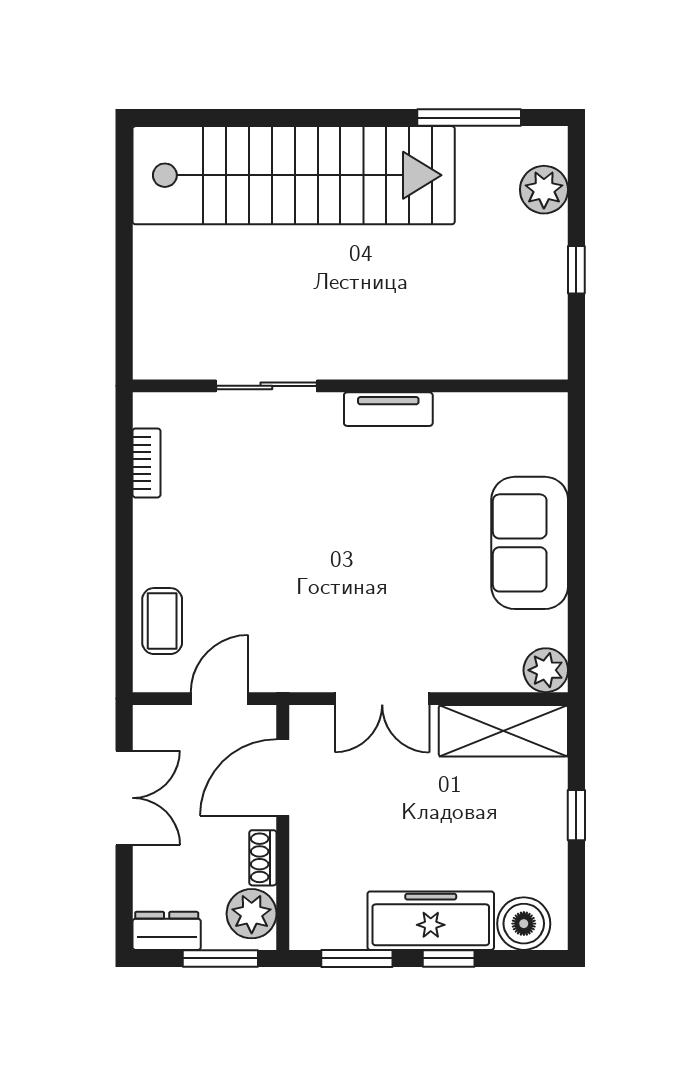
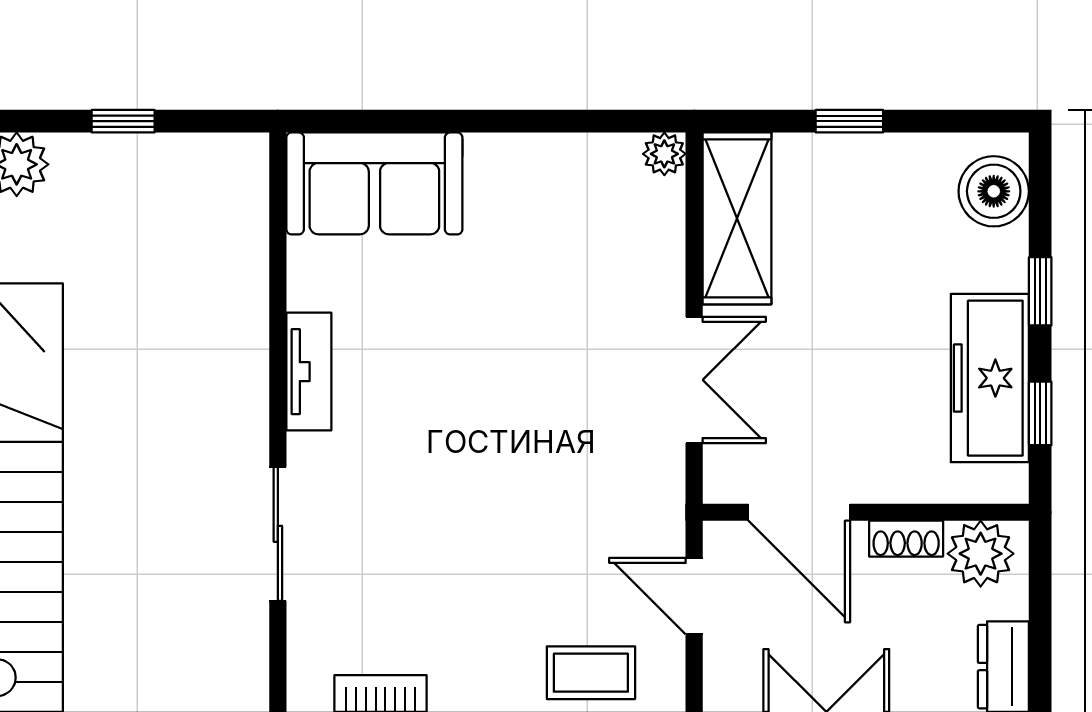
sofa: (530, 543) -> (374, 183), moved
plant: (546, 670) -> (664, 154), width x0.73, depth x0.73
freezer: (431, 921) -> (990, 378), moved
window: (220, 958) -> (1040, 595), removed
window: (357, 958) -> (1040, 413), width x0.67

